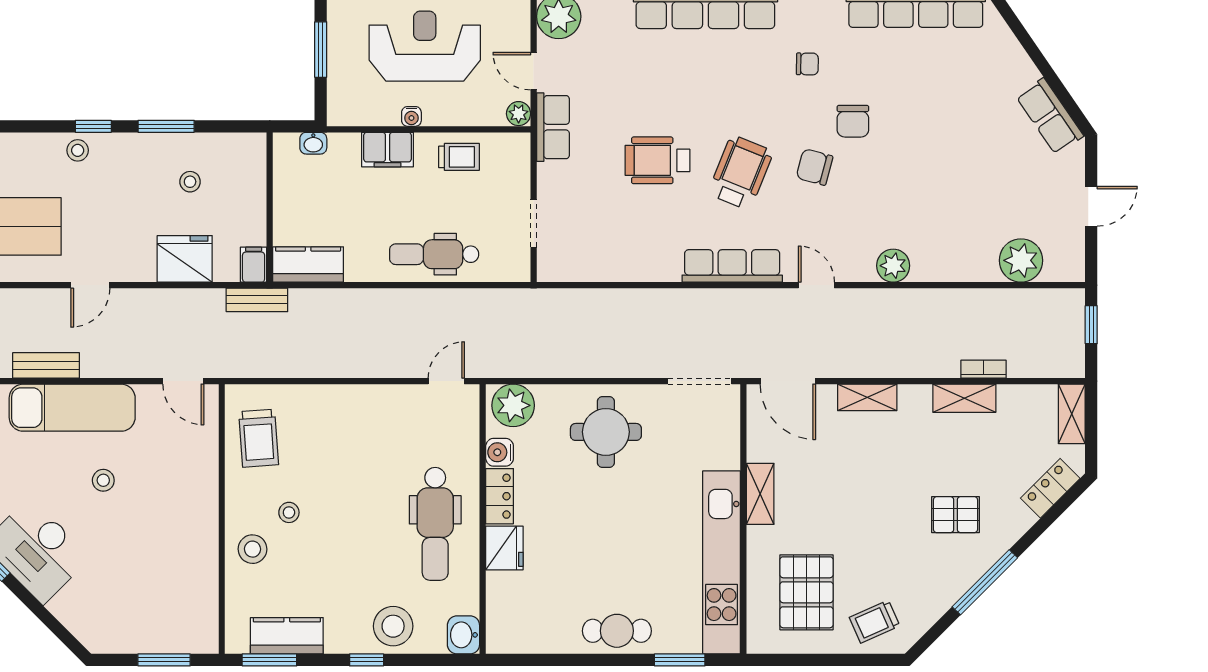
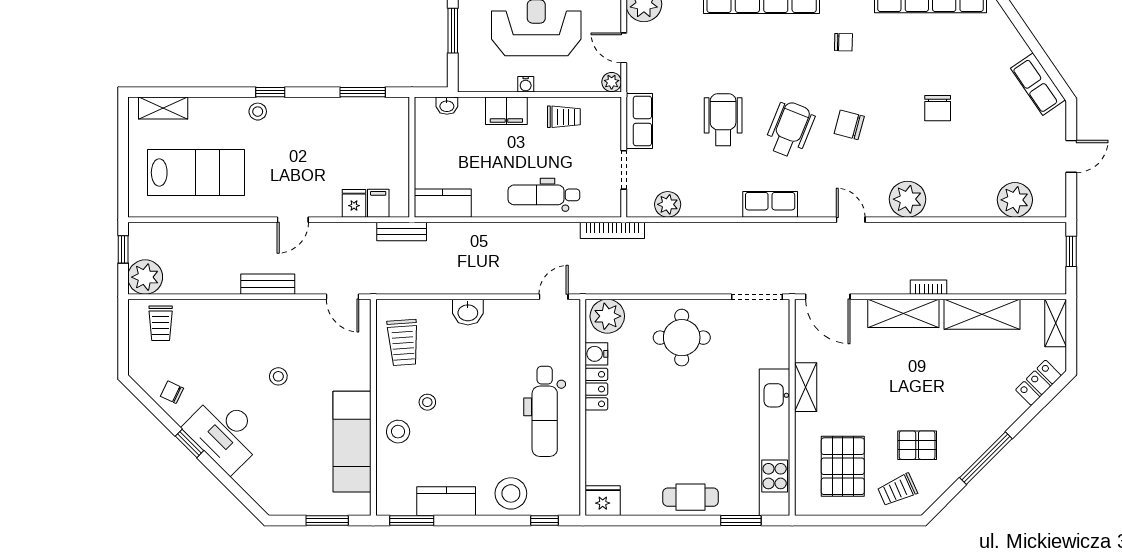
chair: (853, 121) -> (938, 108), moved
window: (166, 126) -> (363, 92), moved
row of seats: (553, 127) -> (639, 121), moved
wheelchair: (657, 160) -> (723, 120), turned 90
stool: (190, 182) -> (348, 137), removed
fridge: (185, 259) -> (354, 203), width x0.53, depth x0.75
filing cabinet: (254, 265) -> (378, 203), moved
plant: (588, 266) -> (668, 204), added
row of seats: (732, 266) -> (770, 204), width x0.68
plant: (893, 266) -> (907, 199), width x1.36, depth x1.36
door: (90, 285) -> (293, 220), moved
bookcase: (520, 298) -> (612, 230), added
bench: (46, 365) -> (268, 284), moved
bookcase: (983, 369) -> (929, 287), moved
shelving: (867, 397) -> (903, 313), width x1.50, depth x1.33
shelving: (964, 398) -> (982, 314), width x1.50, depth x1.33
exam couch: (72, 408) -> (352, 442), moved, turned 90
pallet: (955, 515) -> (917, 445), moved
fridge: (504, 548) -> (603, 501), moved, turned -90
washbasin: (463, 635) -> (468, 312), moved, turned -90
kitchen counter: (287, 636) -> (446, 501), moved
window: (367, 660) -> (544, 521), moved

